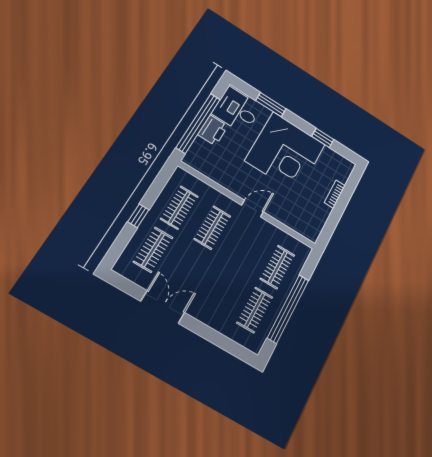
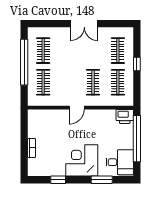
printer: (213, 130) -> (125, 116), moved, turned -90
corner desk: (285, 153) -> (82, 160), width x0.74, depth x0.74
double door: (163, 307) -> (84, 24), moved

